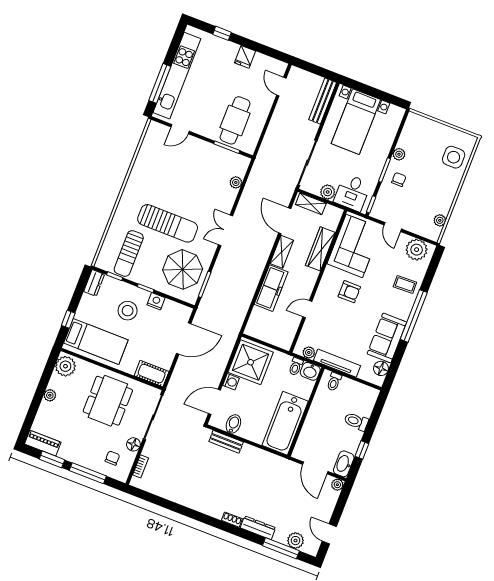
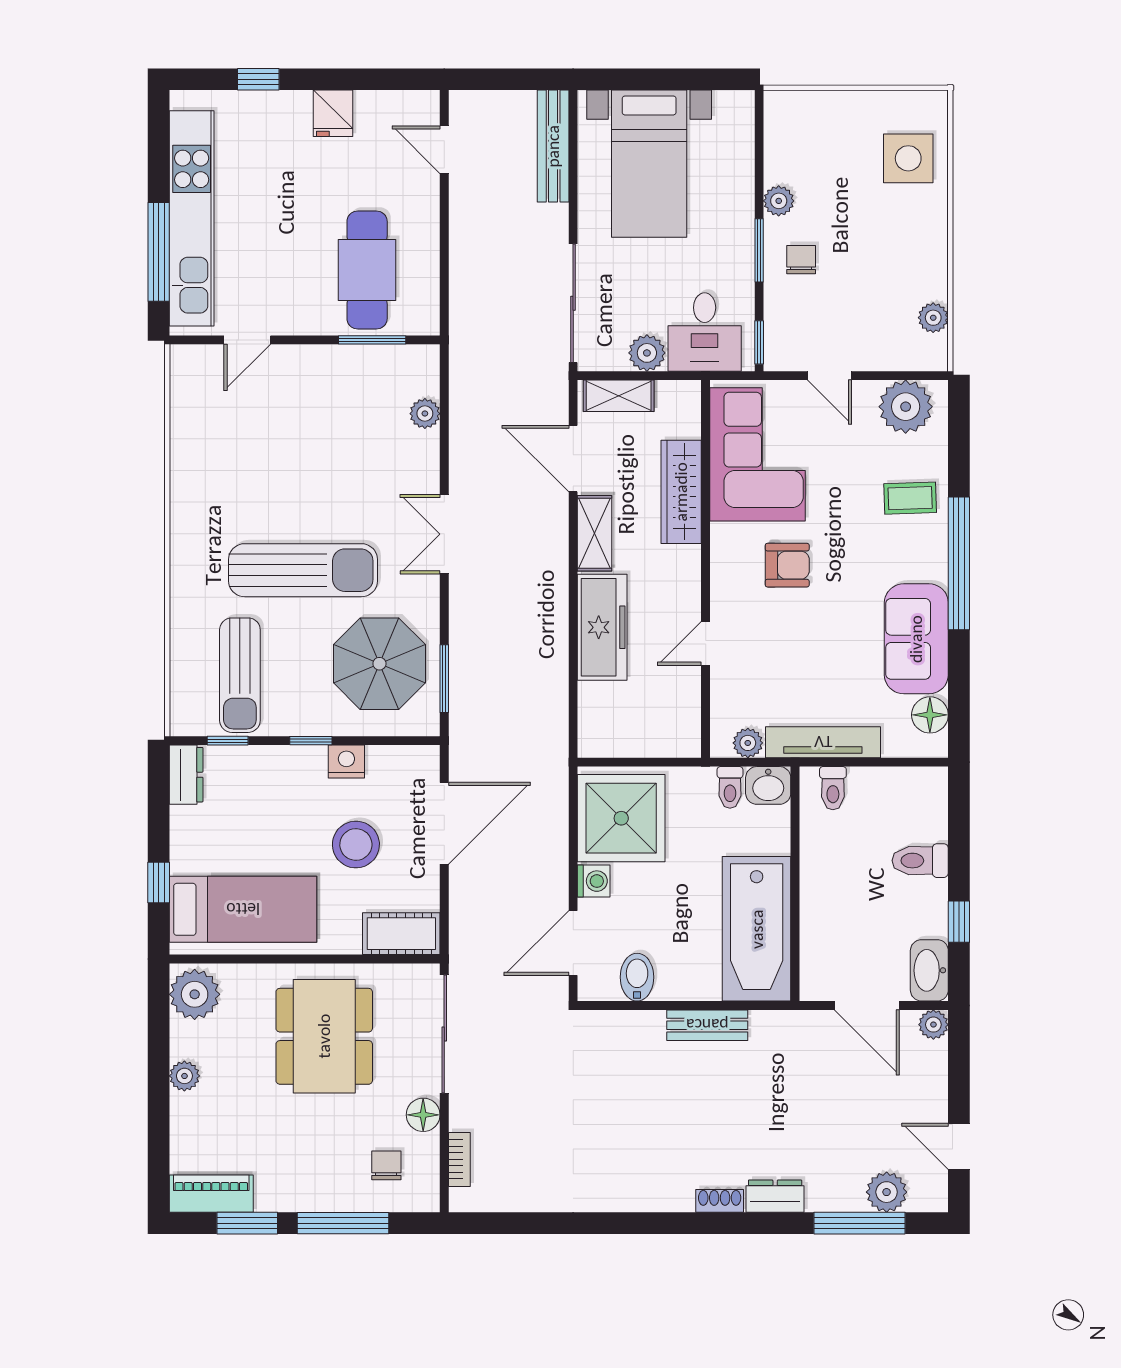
stool: (128, 311) -> (356, 845), moved
bench: (226, 442) -> (707, 1025), moved
dresser: (258, 528) -> (775, 1196), width x0.70

